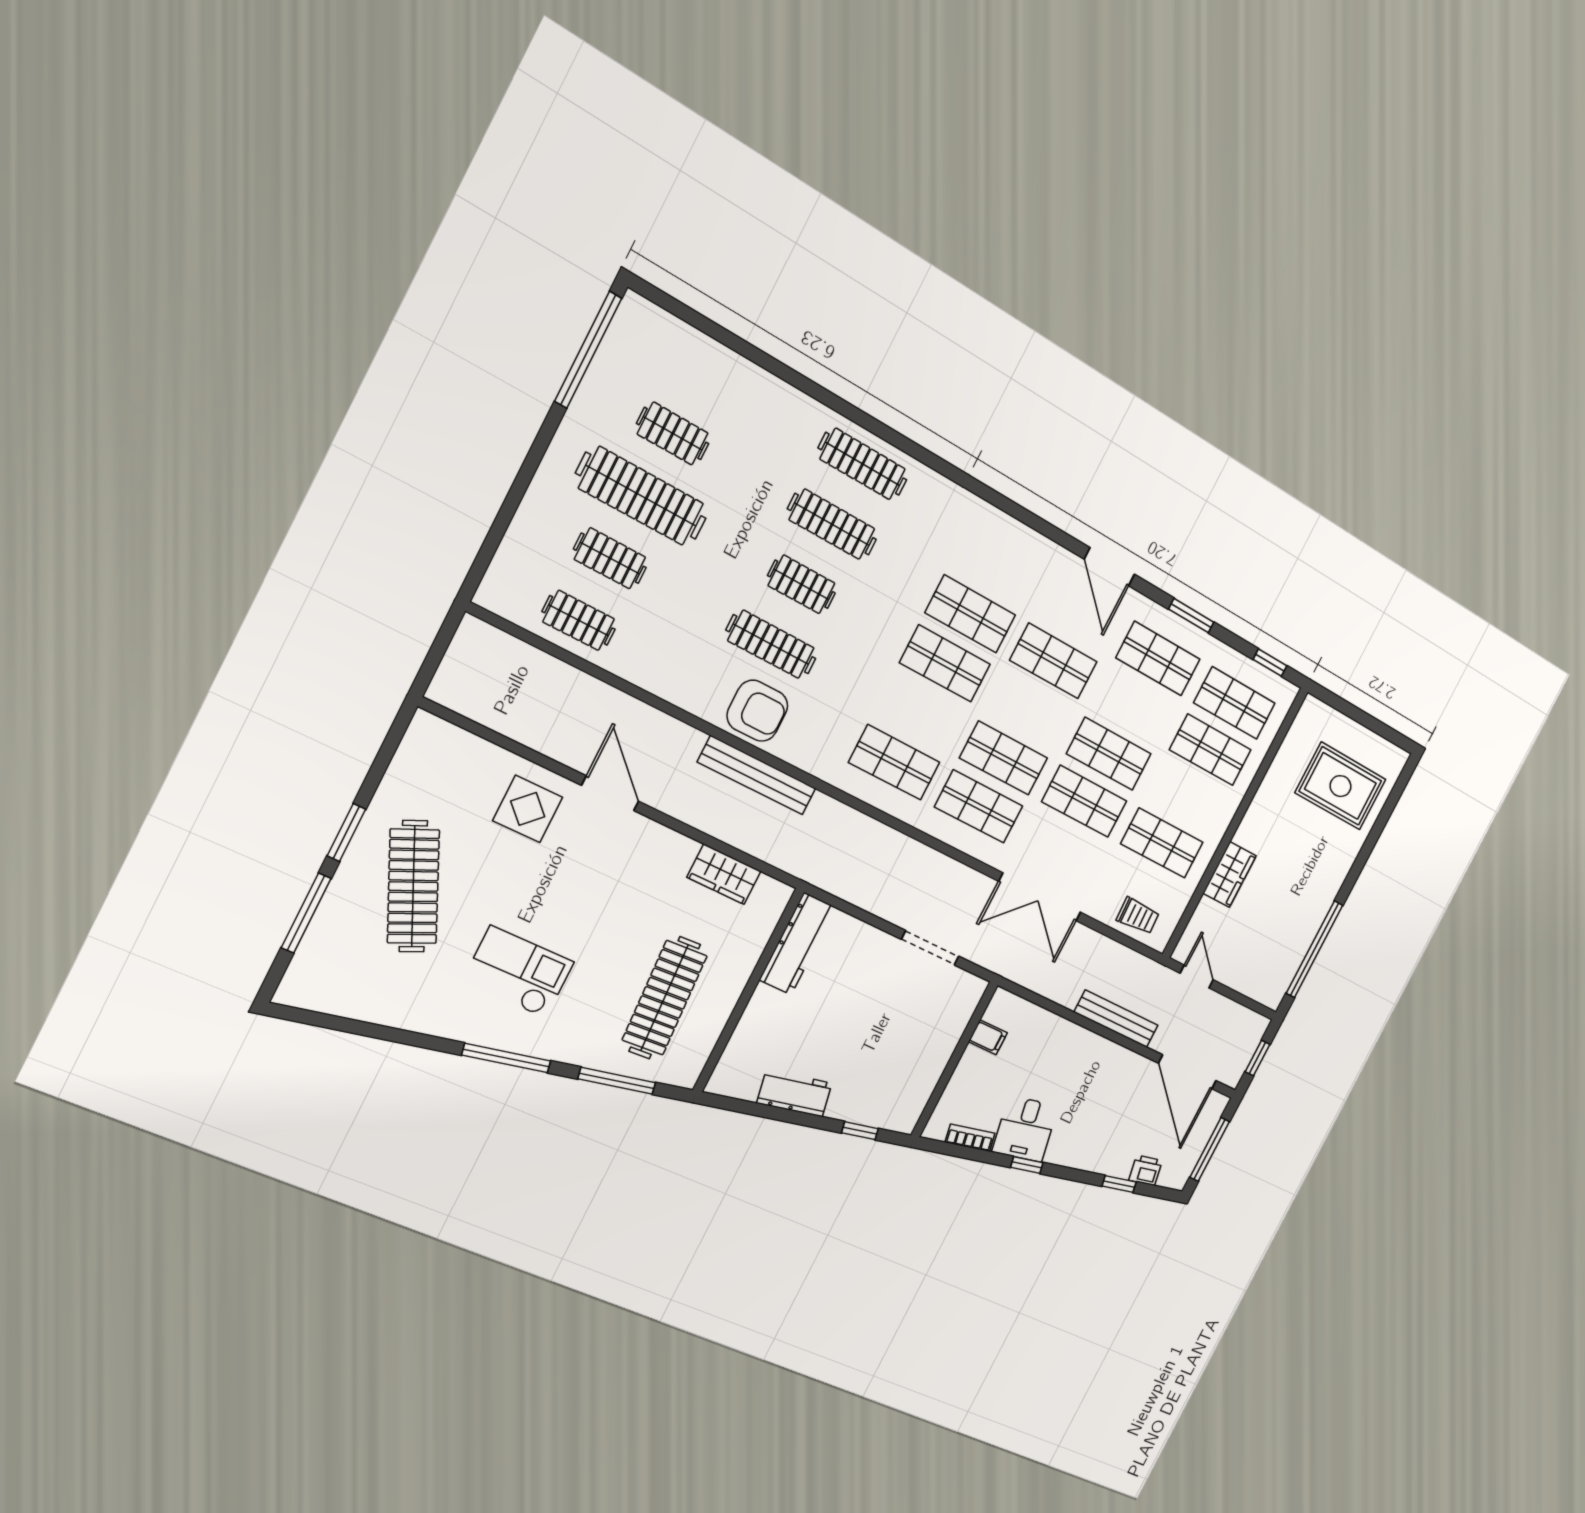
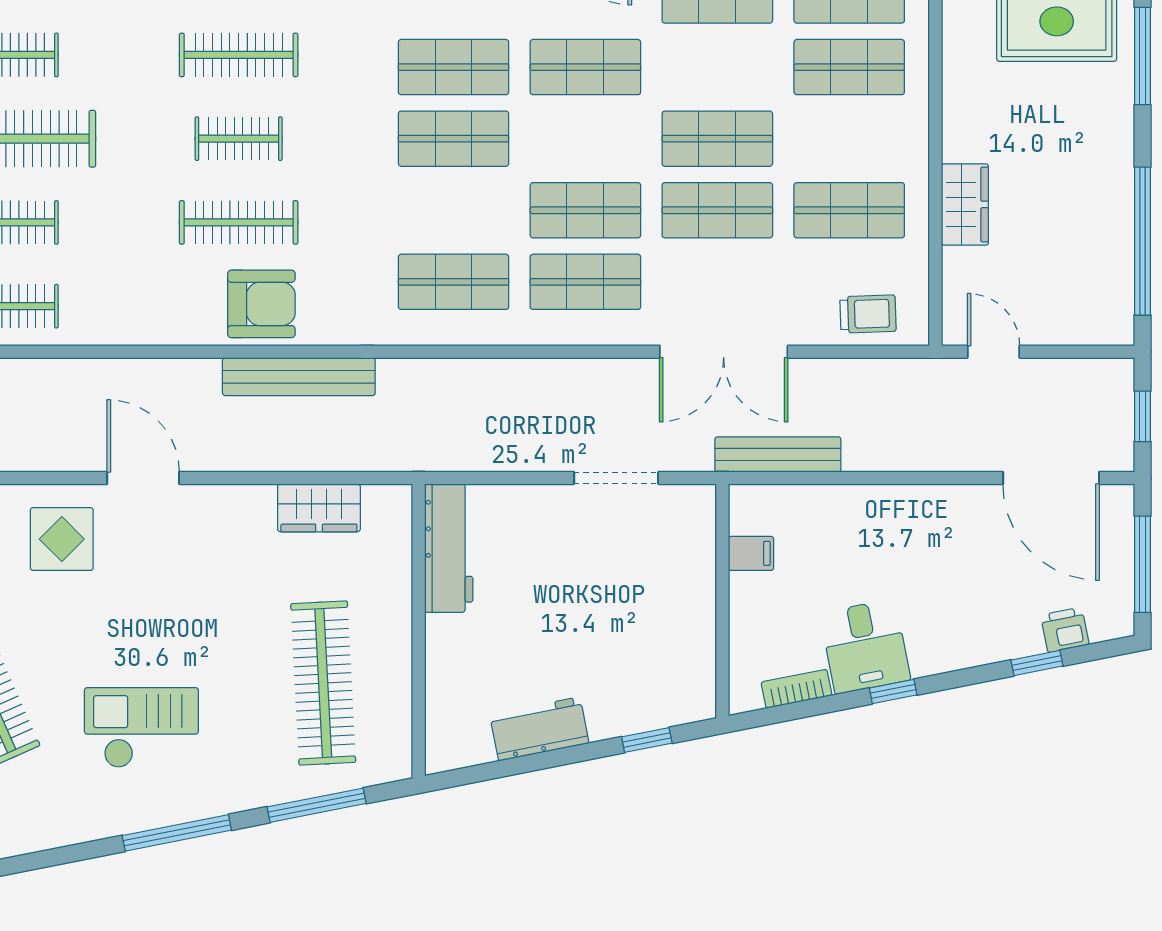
window: (1375, 834) -> (1143, 56), added
bench: (1116, 1019) -> (778, 454), moved

